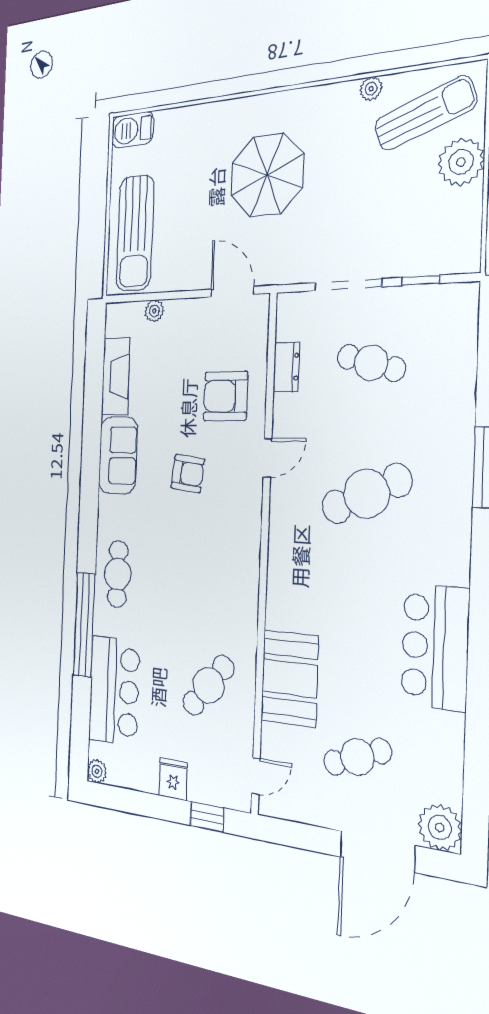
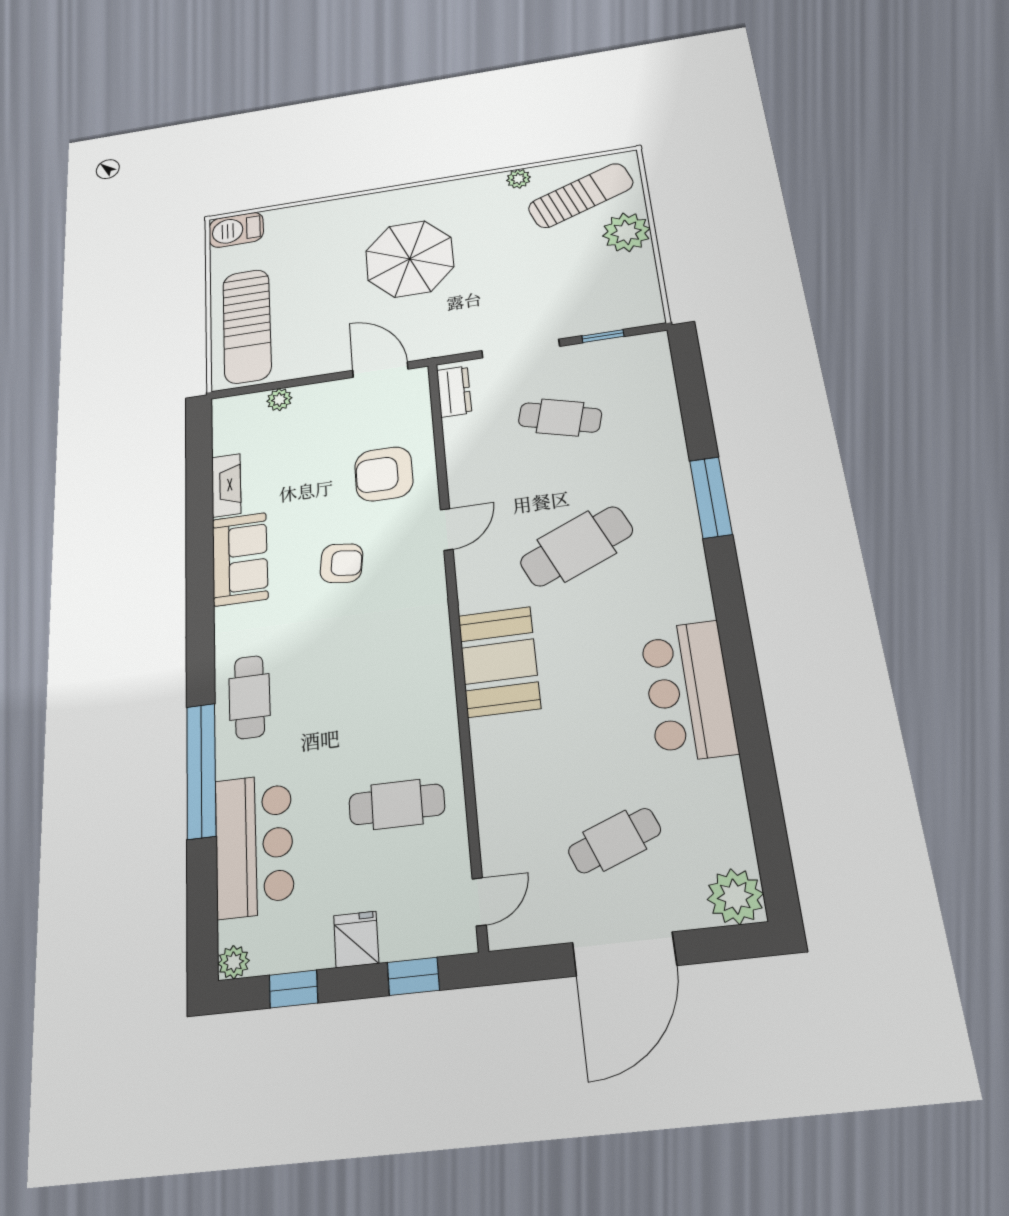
dresser: (286, 367) -> (454, 391), moved
fireplace: (116, 376) -> (226, 485), width x0.73, depth x0.76
booth: (290, 678) -> (499, 662), moved
cafe table: (208, 685) -> (397, 804), turned 50
window: (132, 801) -> (293, 989), added
door: (377, 851) -> (624, 954), moved

